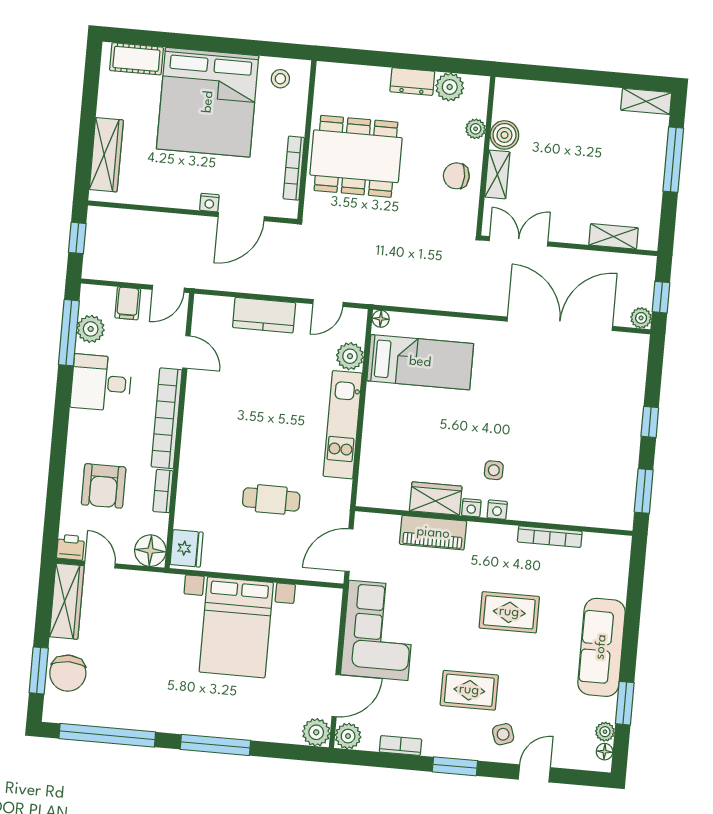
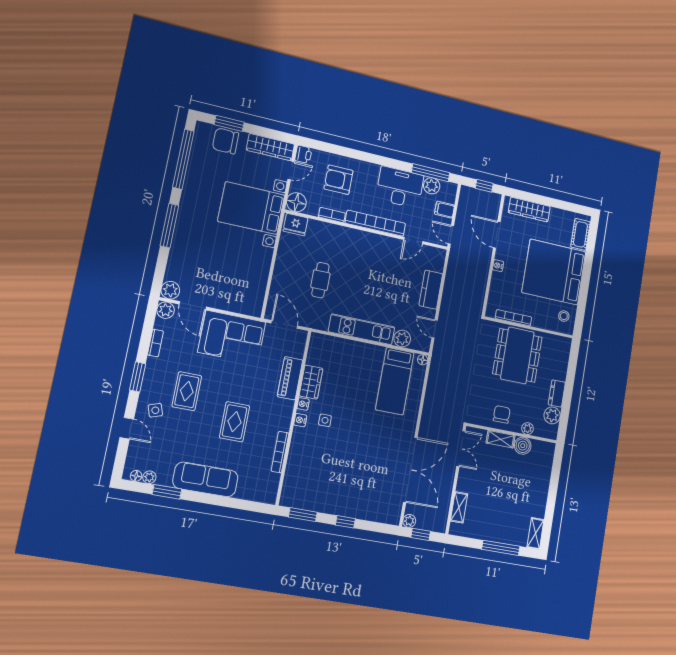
door: (241, 217) -> (497, 235), moved
desk: (101, 383) -> (400, 187), width x1.37
bed with nightstands: (236, 627) -> (251, 208), moved

